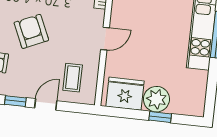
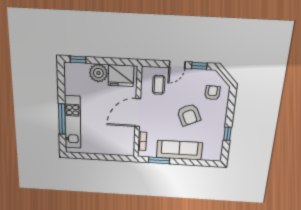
door: (105, 39) -> (138, 113), width x1.88
window: (160, 117) -> (78, 60), moved

